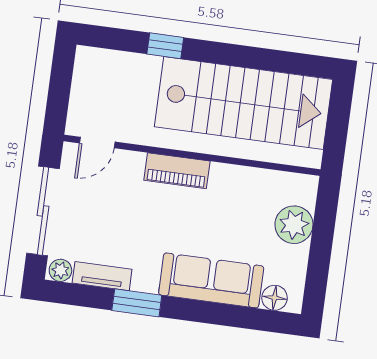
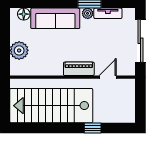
door: (97, 142) -> (108, 77), moved
plant: (60, 270) -> (88, 13), moved

